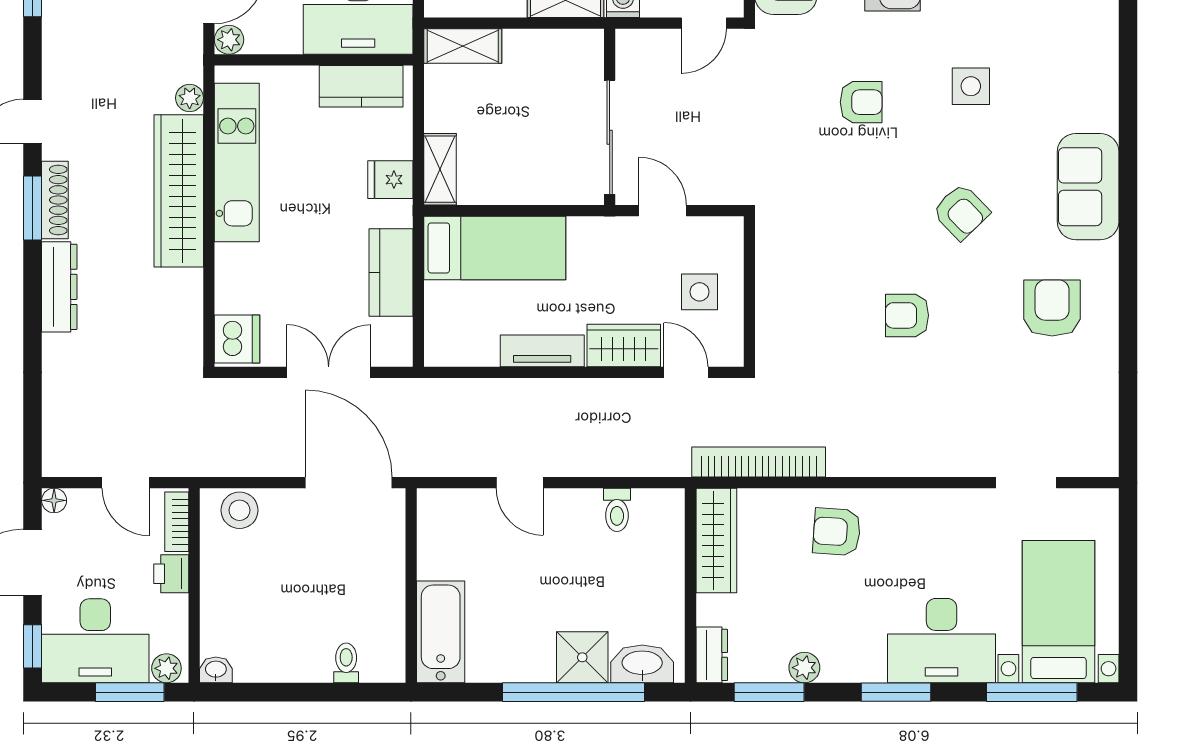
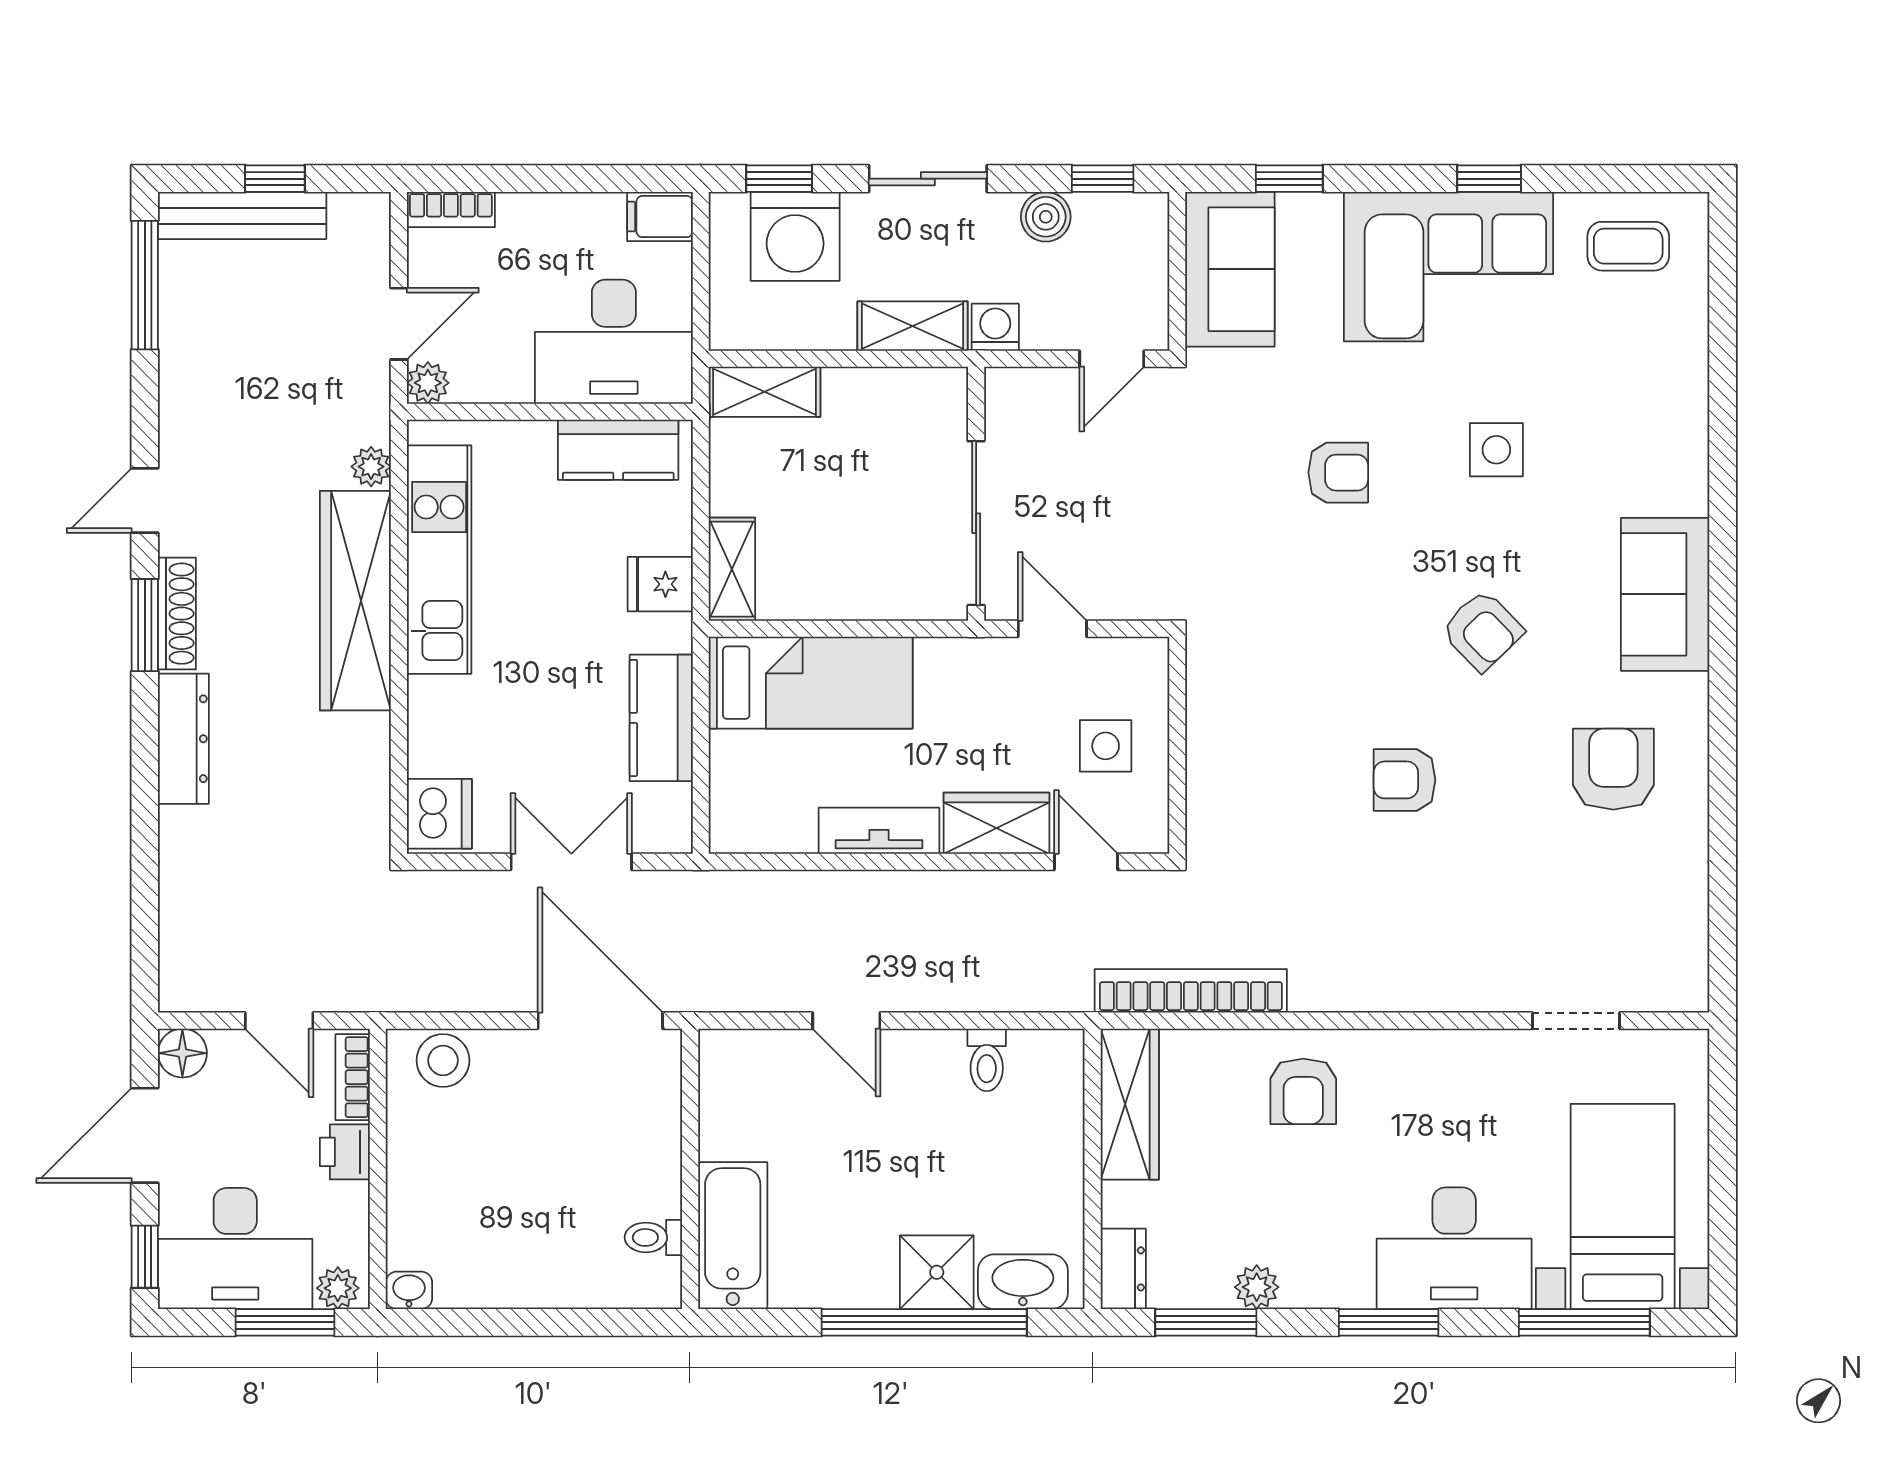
floor lamp: (54, 500) -> (182, 1053), width x1.37, depth x1.37
armchair: (837, 532) -> (1303, 1091), turned -94
toilet: (346, 663) -> (653, 1237), moved, turned -90

